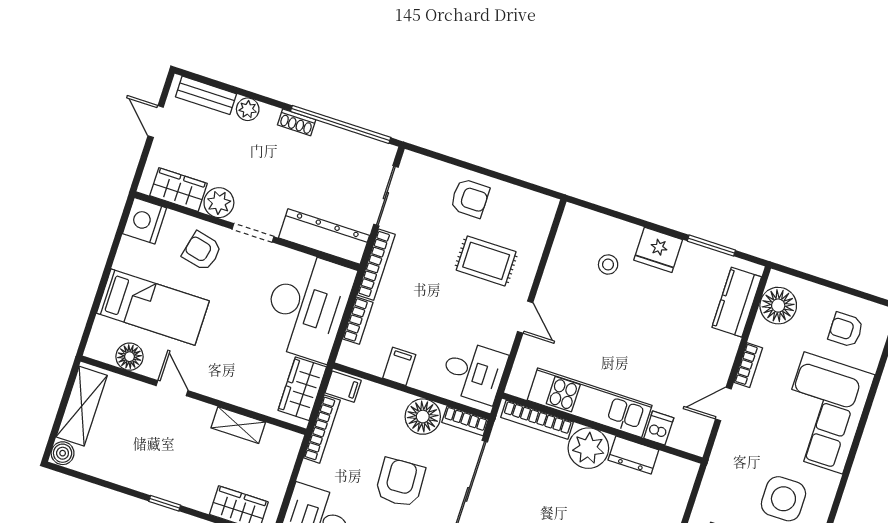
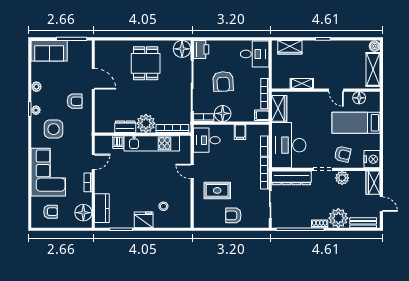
plant: (248, 109) -> (338, 218), width x1.88, depth x1.88
wardrobe: (178, 190) -> (373, 183), moved, turned 90

